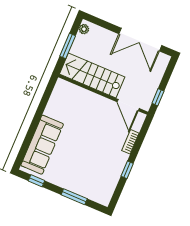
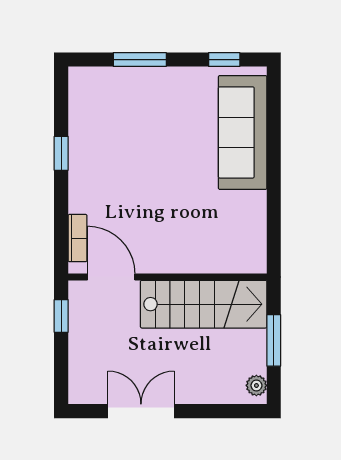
double door: (140, 40) -> (141, 411), width x0.73
bookcase: (130, 142) -> (77, 238), moved

